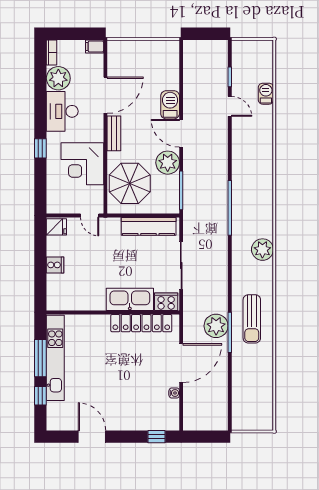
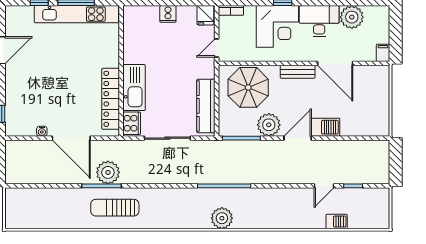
bookcase: (52, 53) -> (231, 10), moved
corner desk: (82, 164) -> (277, 26), moved, turned 180
plant: (262, 250) -> (222, 218), moved

